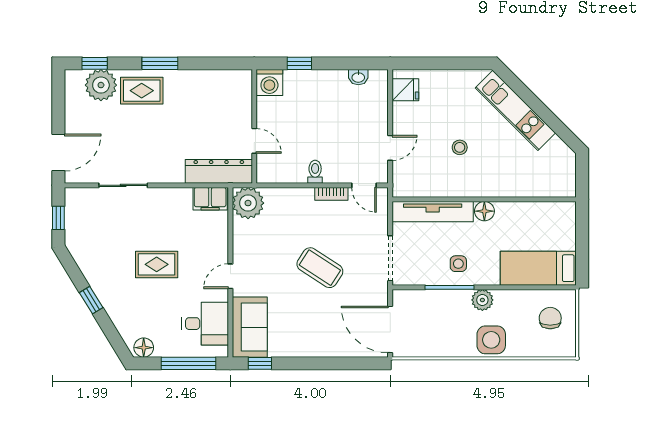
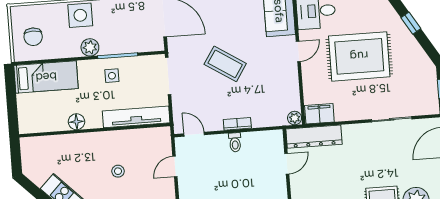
door: (254, 141) -> (287, 164), swing flipped
bookcase: (331, 194) -> (237, 124), moved
plant: (248, 203) -> (295, 118), width x0.53, depth x0.53
floor lamp: (484, 211) -> (77, 122), moved
rug: (157, 264) -> (359, 56), width x1.86, depth x2.06

